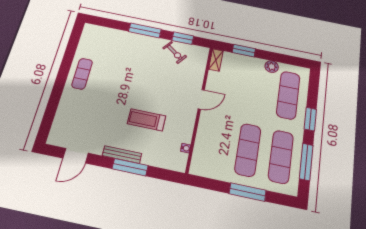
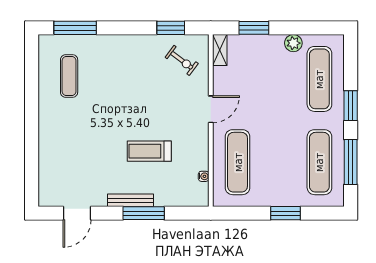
window: (145, 30) -> (75, 28), moved
exercise bike: (175, 52) -> (182, 60), moved
exercise mat: (82, 74) -> (69, 76), moved
exercise mat: (248, 150) -> (238, 162), moved
window: (248, 192) -> (285, 213), width x0.69

